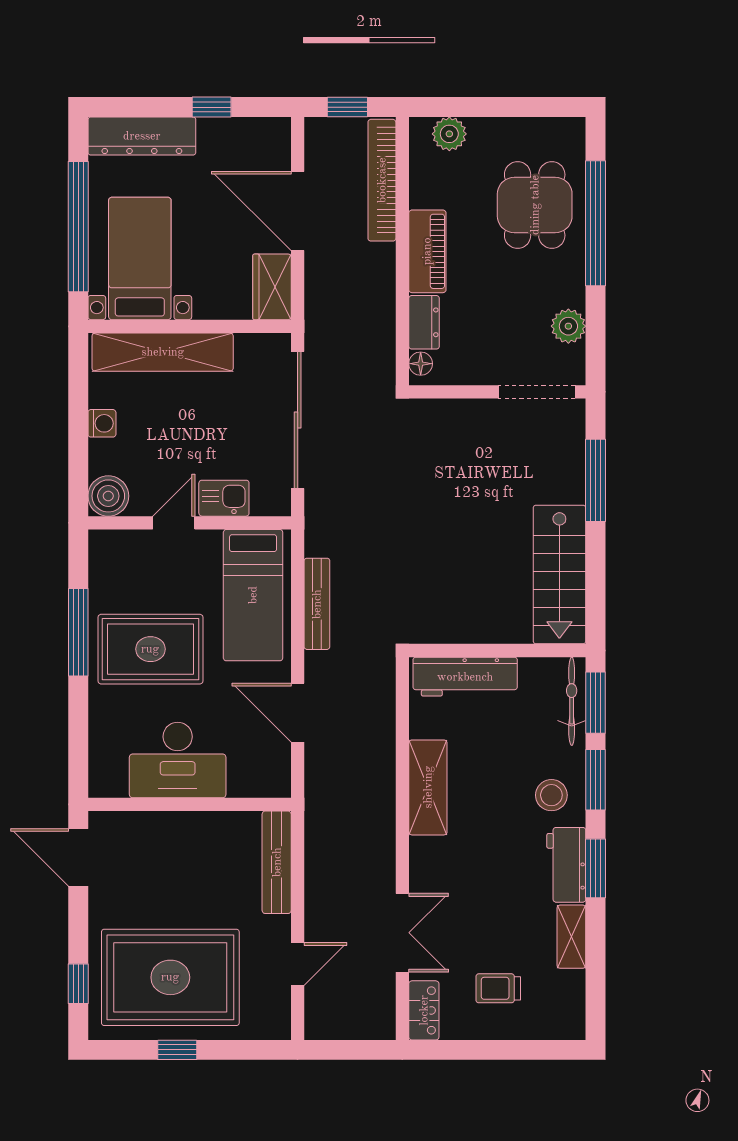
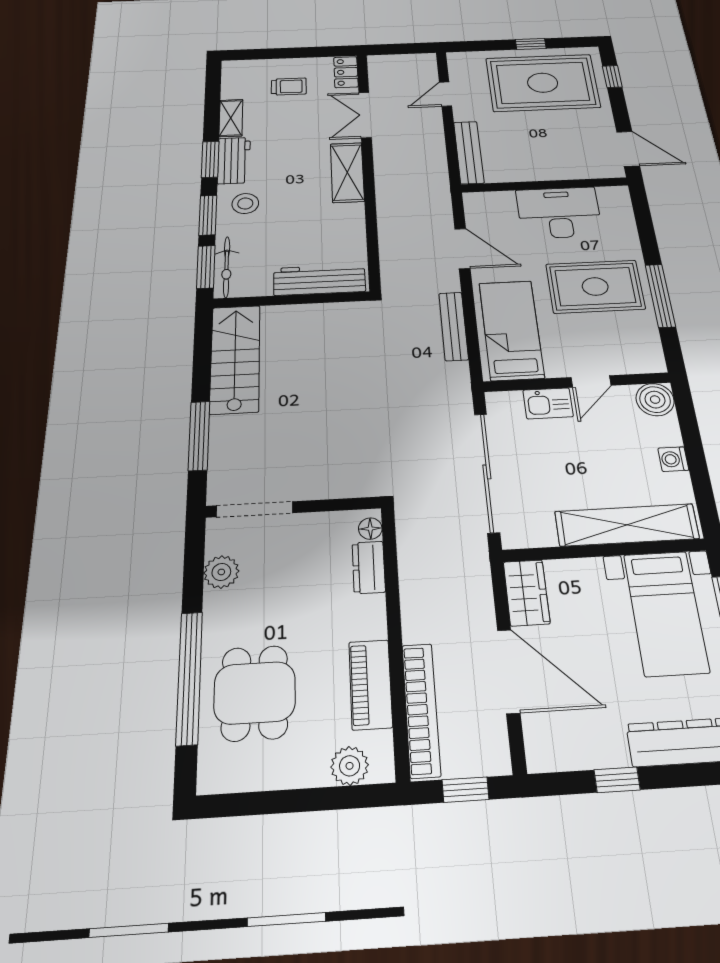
piano: (427, 251) -> (370, 684), moved
shelving: (428, 787) -> (347, 172), moved

